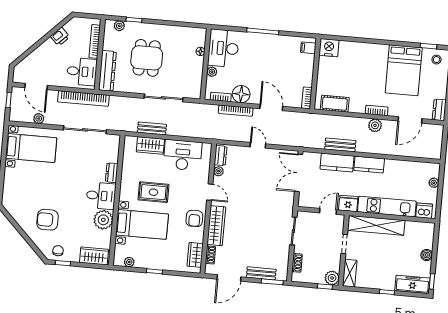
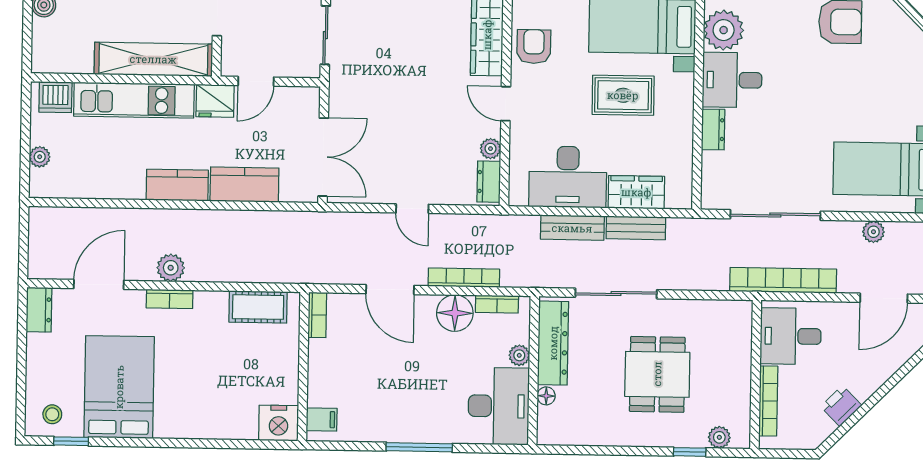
dresser: (107, 71) -> (553, 343), moved, turned 180
door: (36, 86) -> (884, 298), swing flipped
bench: (340, 145) -> (572, 228), moved

